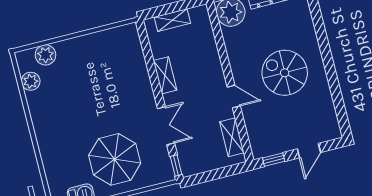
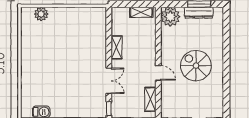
shelving: (172, 20) -> (141, 12), moved
plant: (31, 81) -> (27, 29), removed
parasol: (115, 159) -> (69, 94), removed

